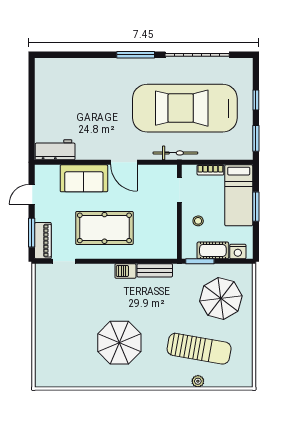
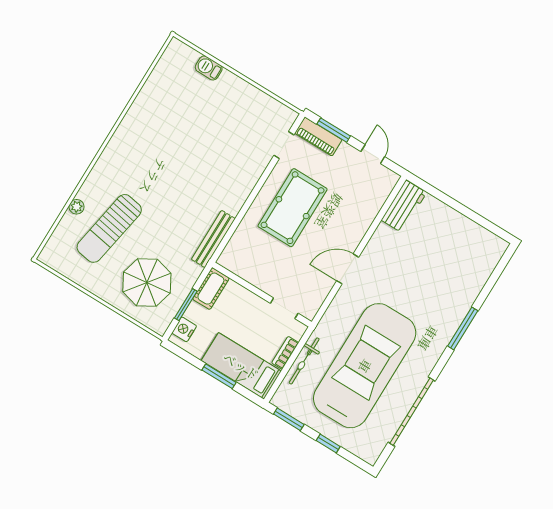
window: (136, 55) -> (463, 328), moved
bicycle: (175, 153) -> (304, 361), moved
sofa: (84, 178) -> (356, 218), removed
stool: (198, 221) -> (241, 308), removed
cot: (213, 250) -> (211, 289), moved
window: (200, 261) -> (186, 305), moved
bench: (155, 270) -> (213, 239), width x1.36
barbecue: (125, 271) -> (209, 68), moved, turned -90
parasol: (119, 343) -> (166, 150), removed

